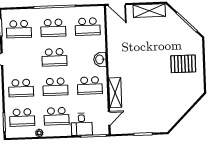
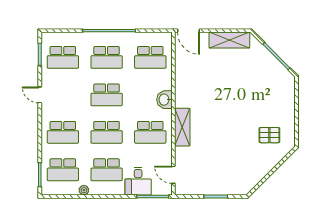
pallet: (183, 64) -> (269, 135), moved, width x0.67, depth x0.71
shelving: (115, 93) -> (182, 127), moved
door: (109, 118) -> (173, 175), swing flipped

